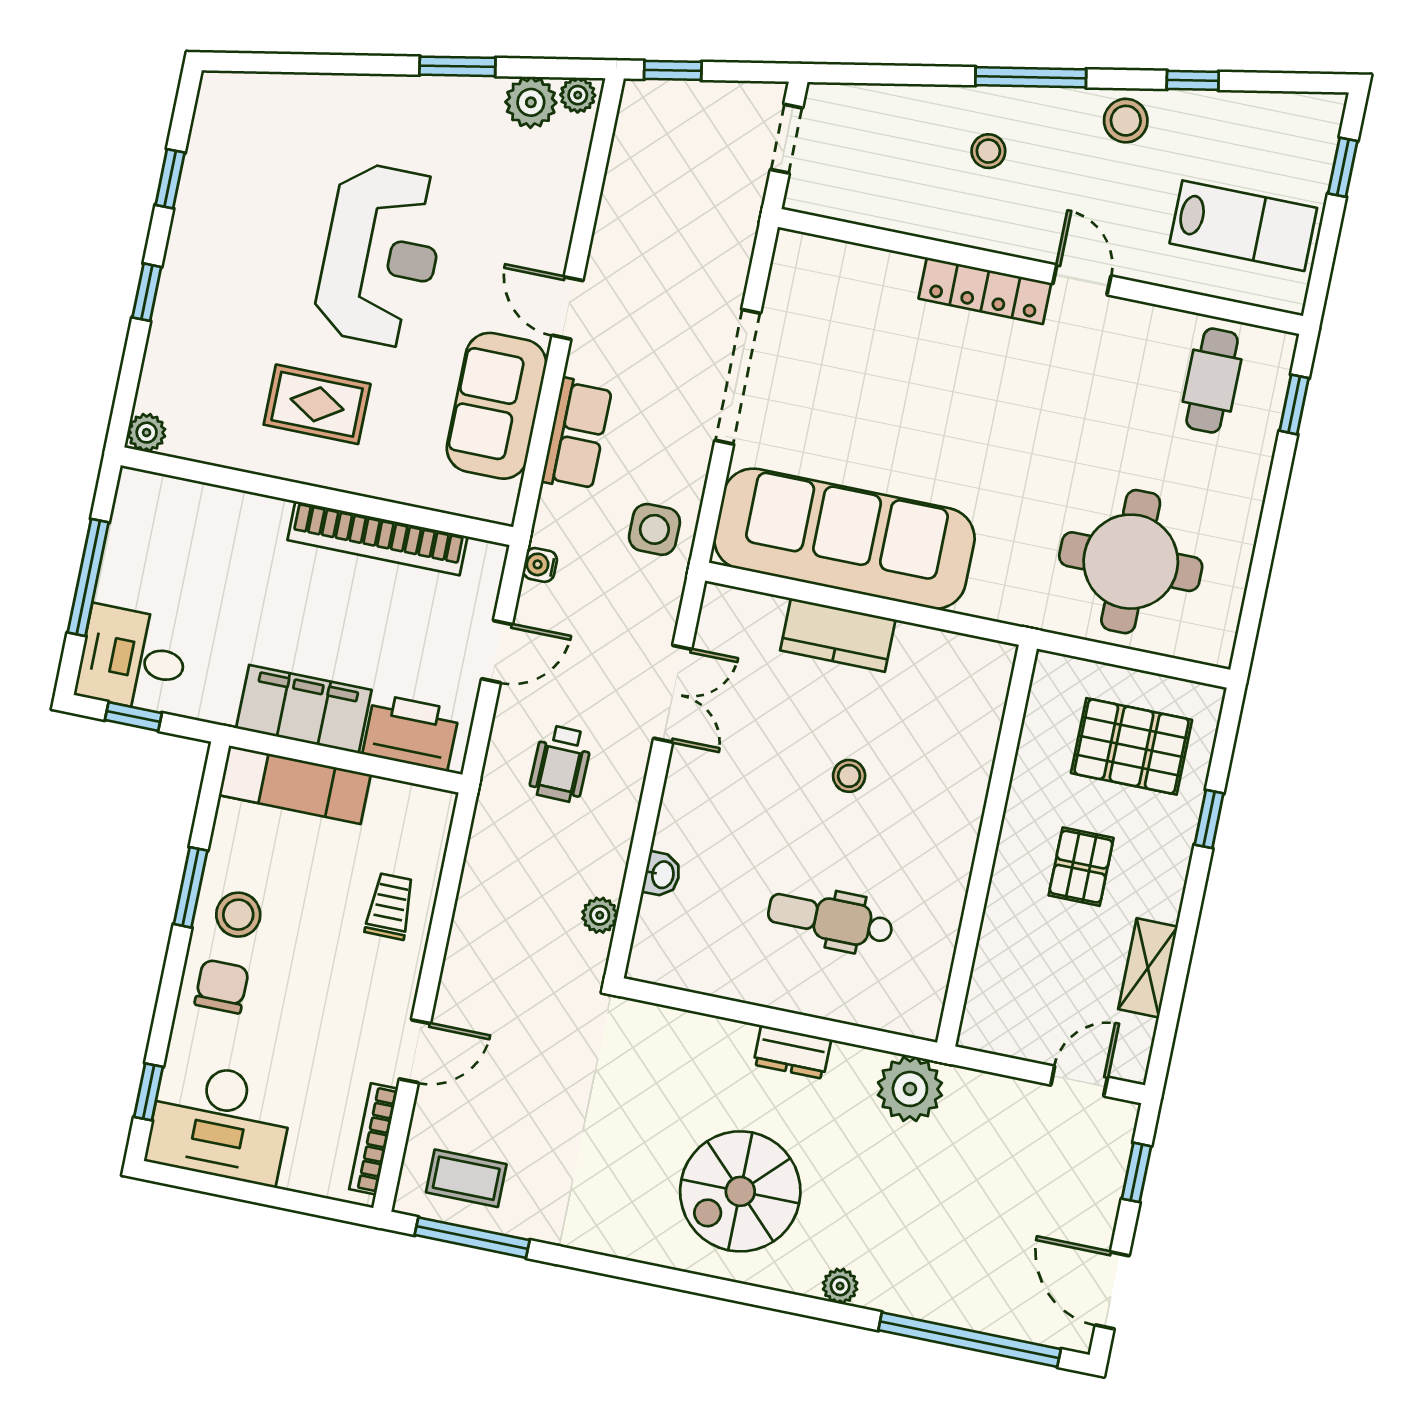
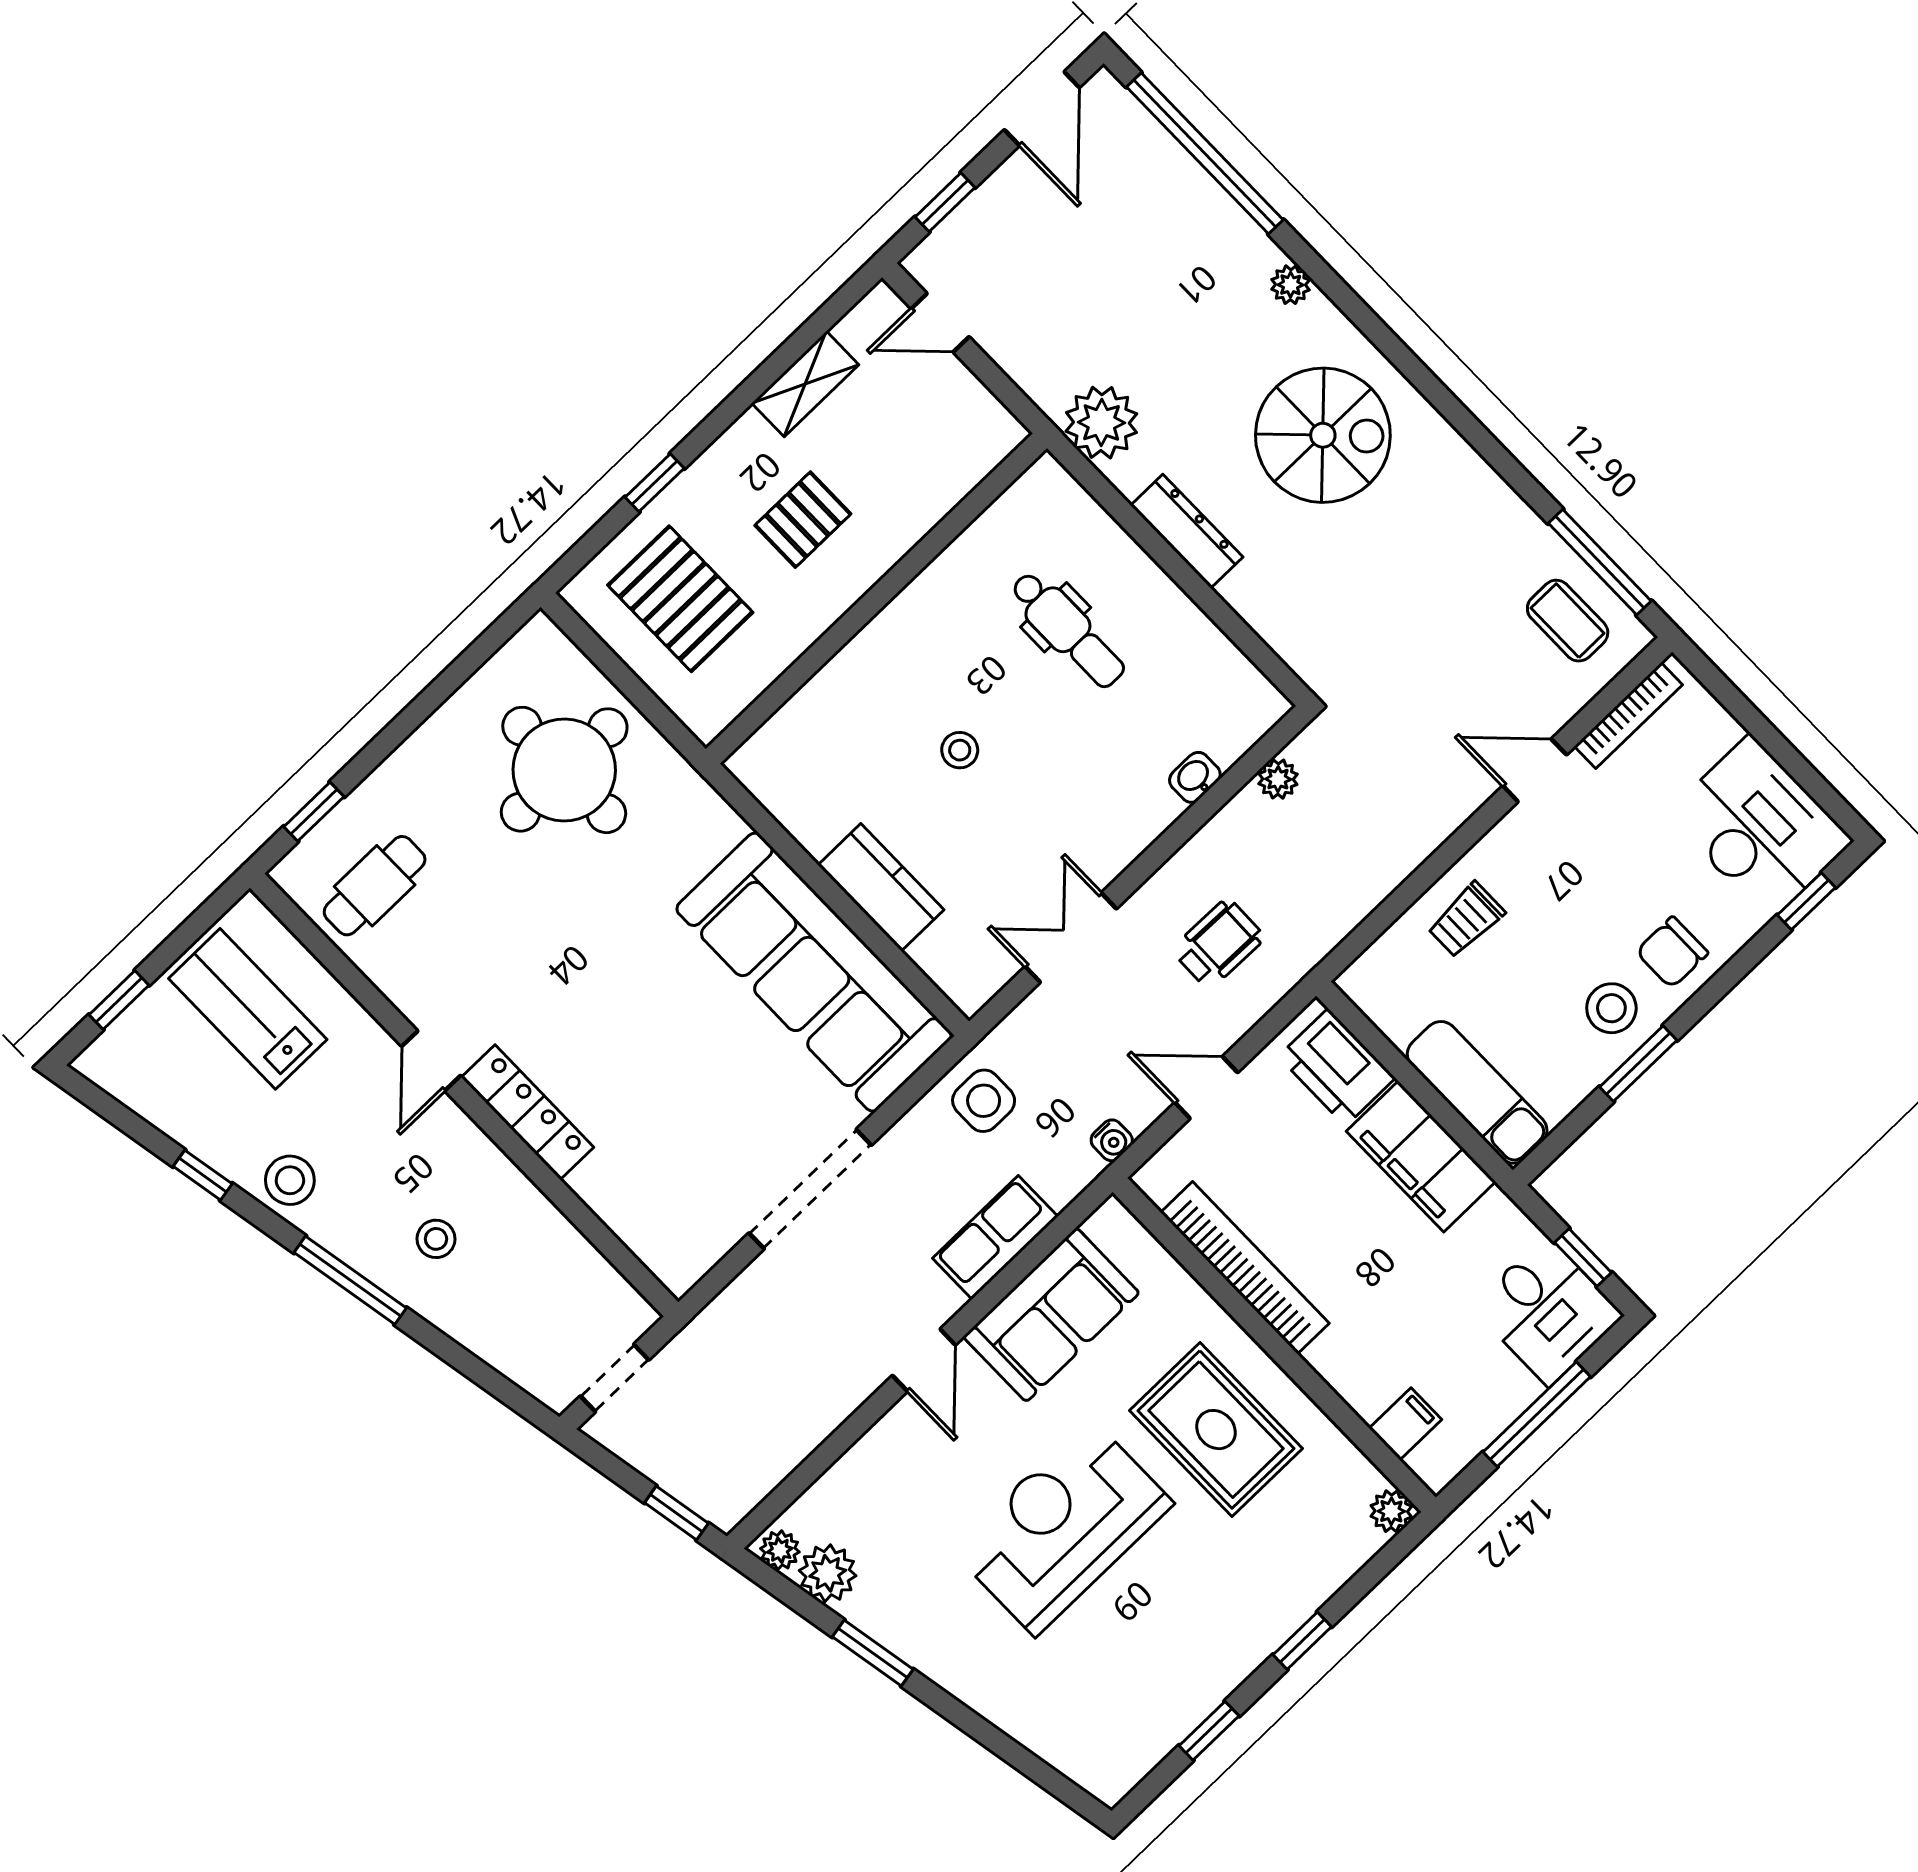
rug: (317, 404) -> (1216, 1430), width x1.36, depth x1.43
filing cabinet: (180, 504) -> (1405, 1424), added
dresser: (792, 1052) -> (1187, 531), width x1.44

